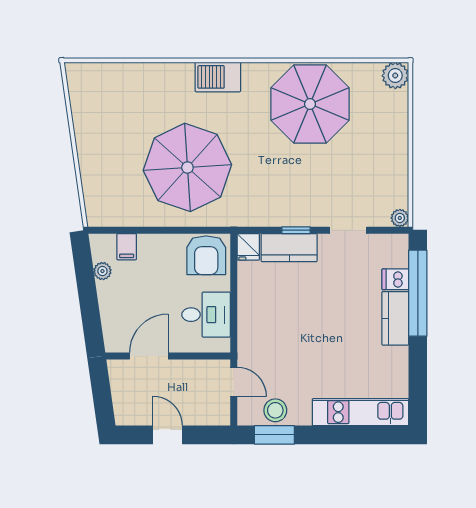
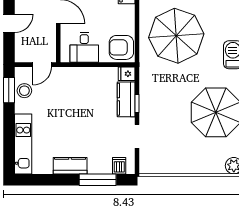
plant: (400, 218) -> (145, 169), removed
dishwasher: (395, 279) -> (119, 166), moved
window: (418, 293) -> (98, 180), width x0.68
kitchen counter: (395, 318) -> (70, 166), moved

